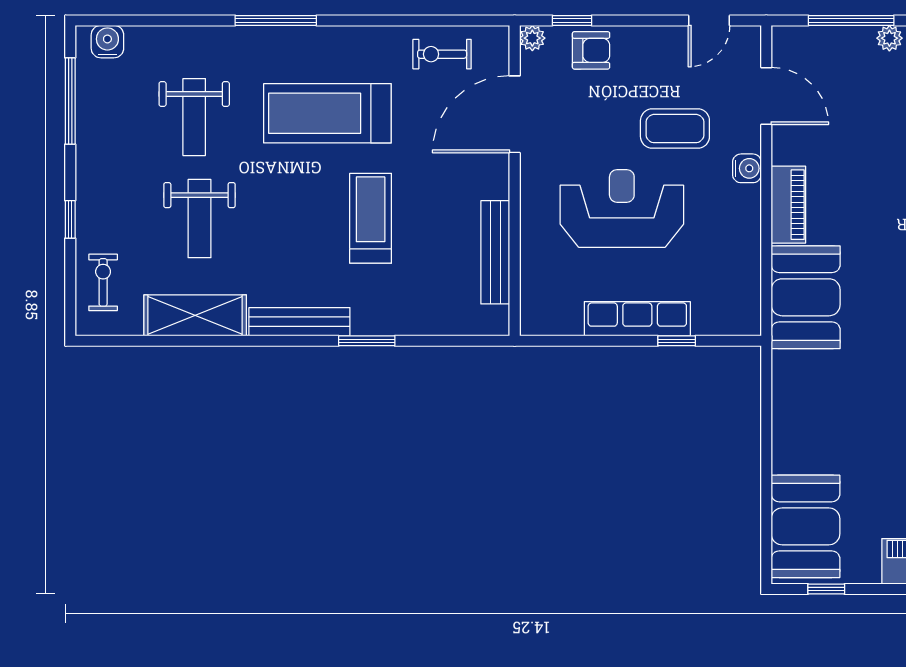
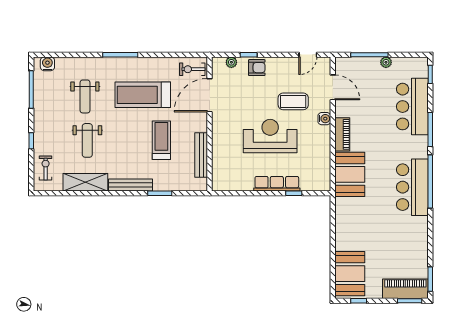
door: (515, 114) -> (210, 95), moved
wall: (515, 181) -> (210, 124), moved
bench: (495, 252) -> (201, 155), moved

